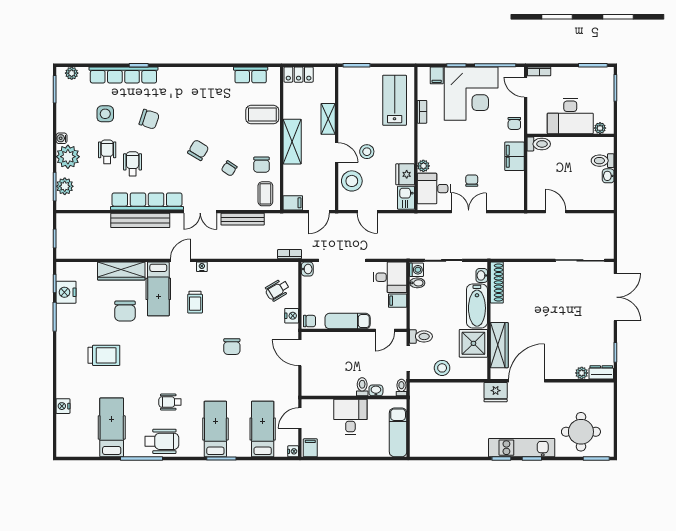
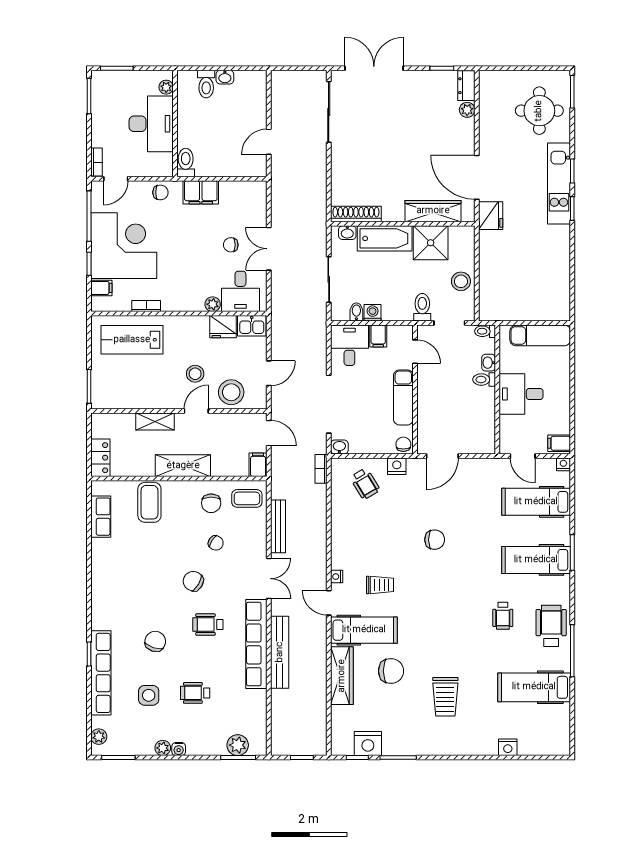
plant: (68, 157) -> (163, 748), moved, width x0.53, depth x0.53
wheelchair: (133, 164) -> (208, 625), moved
chair: (261, 165) -> (211, 503), turned 90
washing machine: (416, 270) -> (373, 313), moved
trolley: (104, 355) -> (445, 697), turned 180

